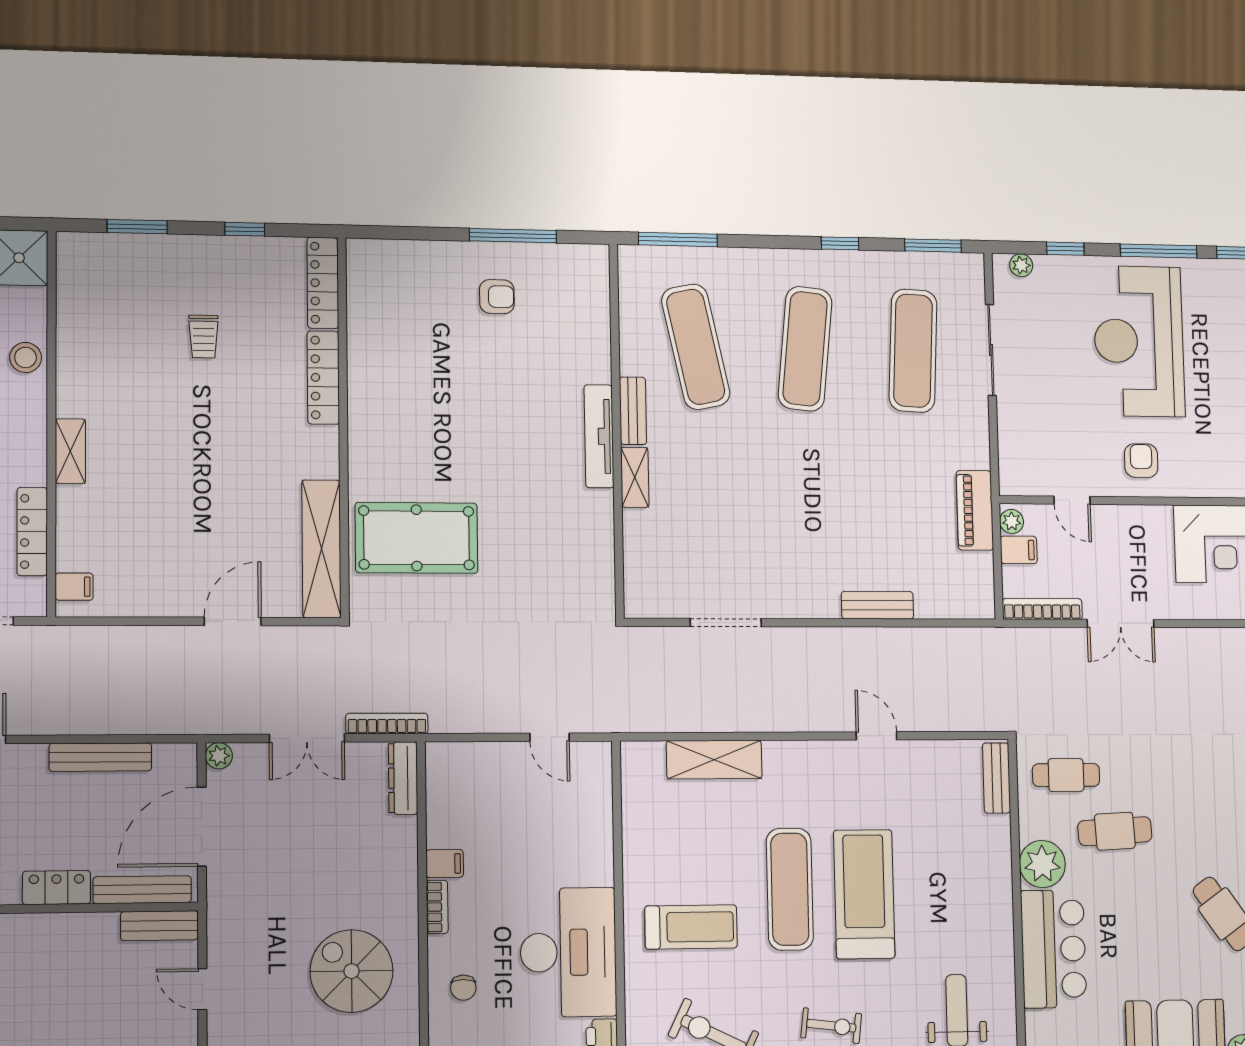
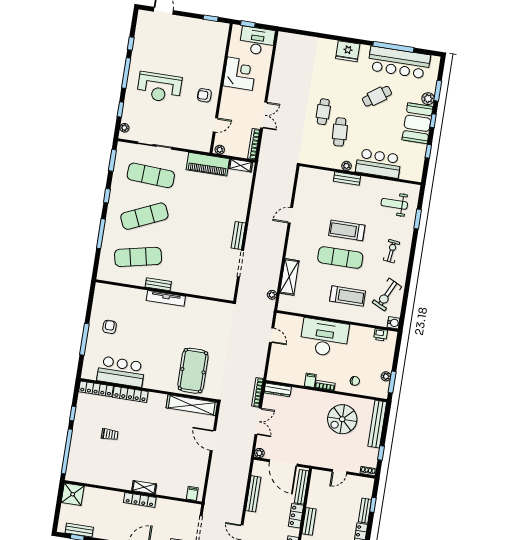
window: (137, 227) -> (67, 451), width x2.11
window: (513, 236) -> (84, 339), moved
window: (678, 239) -> (101, 234), moved
reception desk: (1139, 341) -> (159, 87), width x0.74, depth x0.77
bar counter: (381, 344) -> (121, 372), added
exercise mat: (805, 349) -> (144, 216), turned -30
stool: (26, 357) -> (109, 498), removed
shelving: (635, 477) -> (241, 165), moved
piano: (975, 510) -> (208, 164), width x1.37, depth x1.33
locker: (32, 531) -> (140, 500), moved
filing cabinet: (1019, 550) -> (231, 149), removed
bench: (877, 605) -> (238, 235), moved
plant: (658, 720) -> (272, 295), added
door: (550, 737) -> (272, 335), hinge flipped
cafe table: (1066, 775) -> (323, 112), moved
bench: (997, 778) -> (347, 178), moved
plant: (1042, 864) -> (346, 166), width x0.53, depth x0.53
treadmill: (864, 894) -> (347, 230), width x0.73, depth x0.73
bench: (159, 926) -> (309, 521), moved
treadmill: (691, 927) -> (348, 296), turned 90
desk: (568, 952) -> (324, 338), moved

